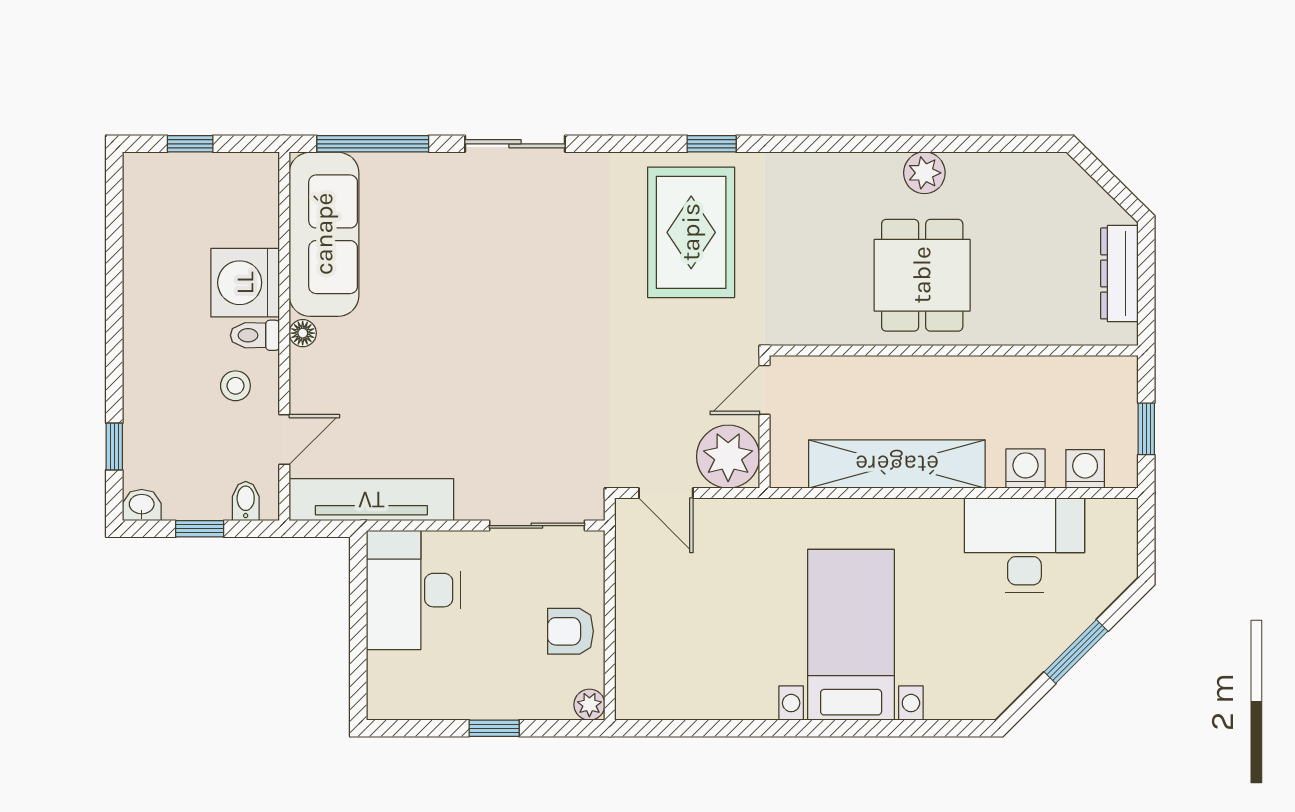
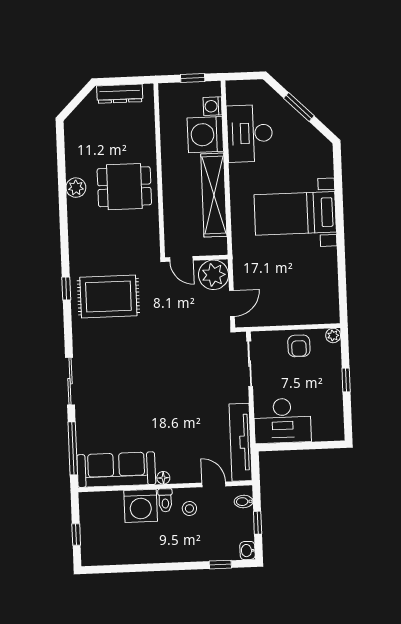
washing machine: (1026, 469) -> (205, 135), width x1.89, depth x1.89

